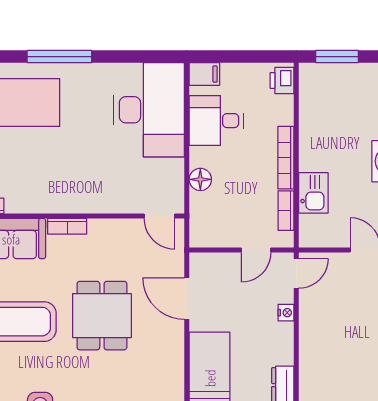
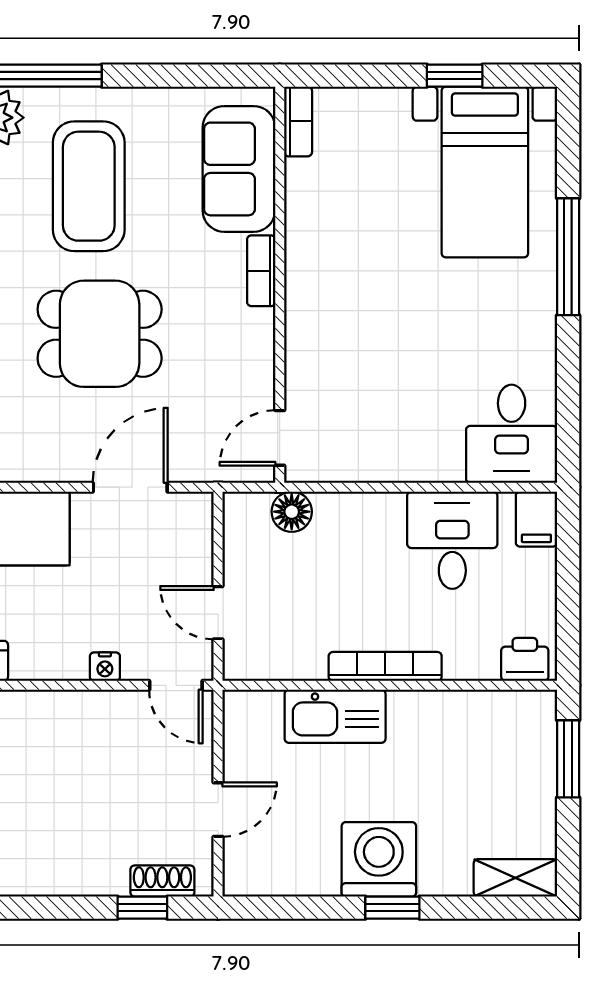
desk: (149, 110) -> (512, 434), width x0.53, depth x0.77
floor lamp: (200, 179) -> (292, 512), moved
kitchen sink: (313, 193) -> (335, 716), width x1.38
bookcase: (286, 211) -> (289, 667), removed

